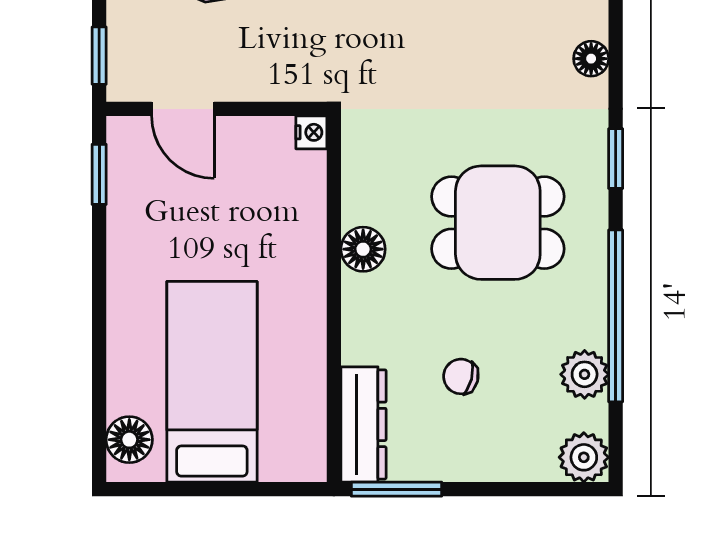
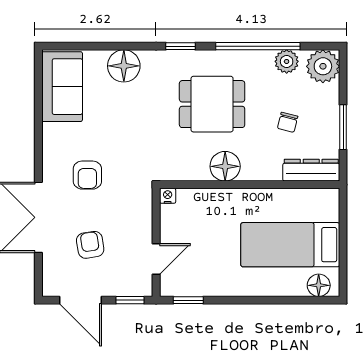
floor lamp: (591, 59) -> (124, 66), width x1.89, depth x1.89
dining table: (498, 223) -> (212, 104), turned 90
floor lamp: (363, 249) -> (225, 166), width x1.38, depth x1.38
plant: (584, 457) -> (323, 66), width x1.36, depth x1.36
window: (396, 489) -> (343, 127), moved

